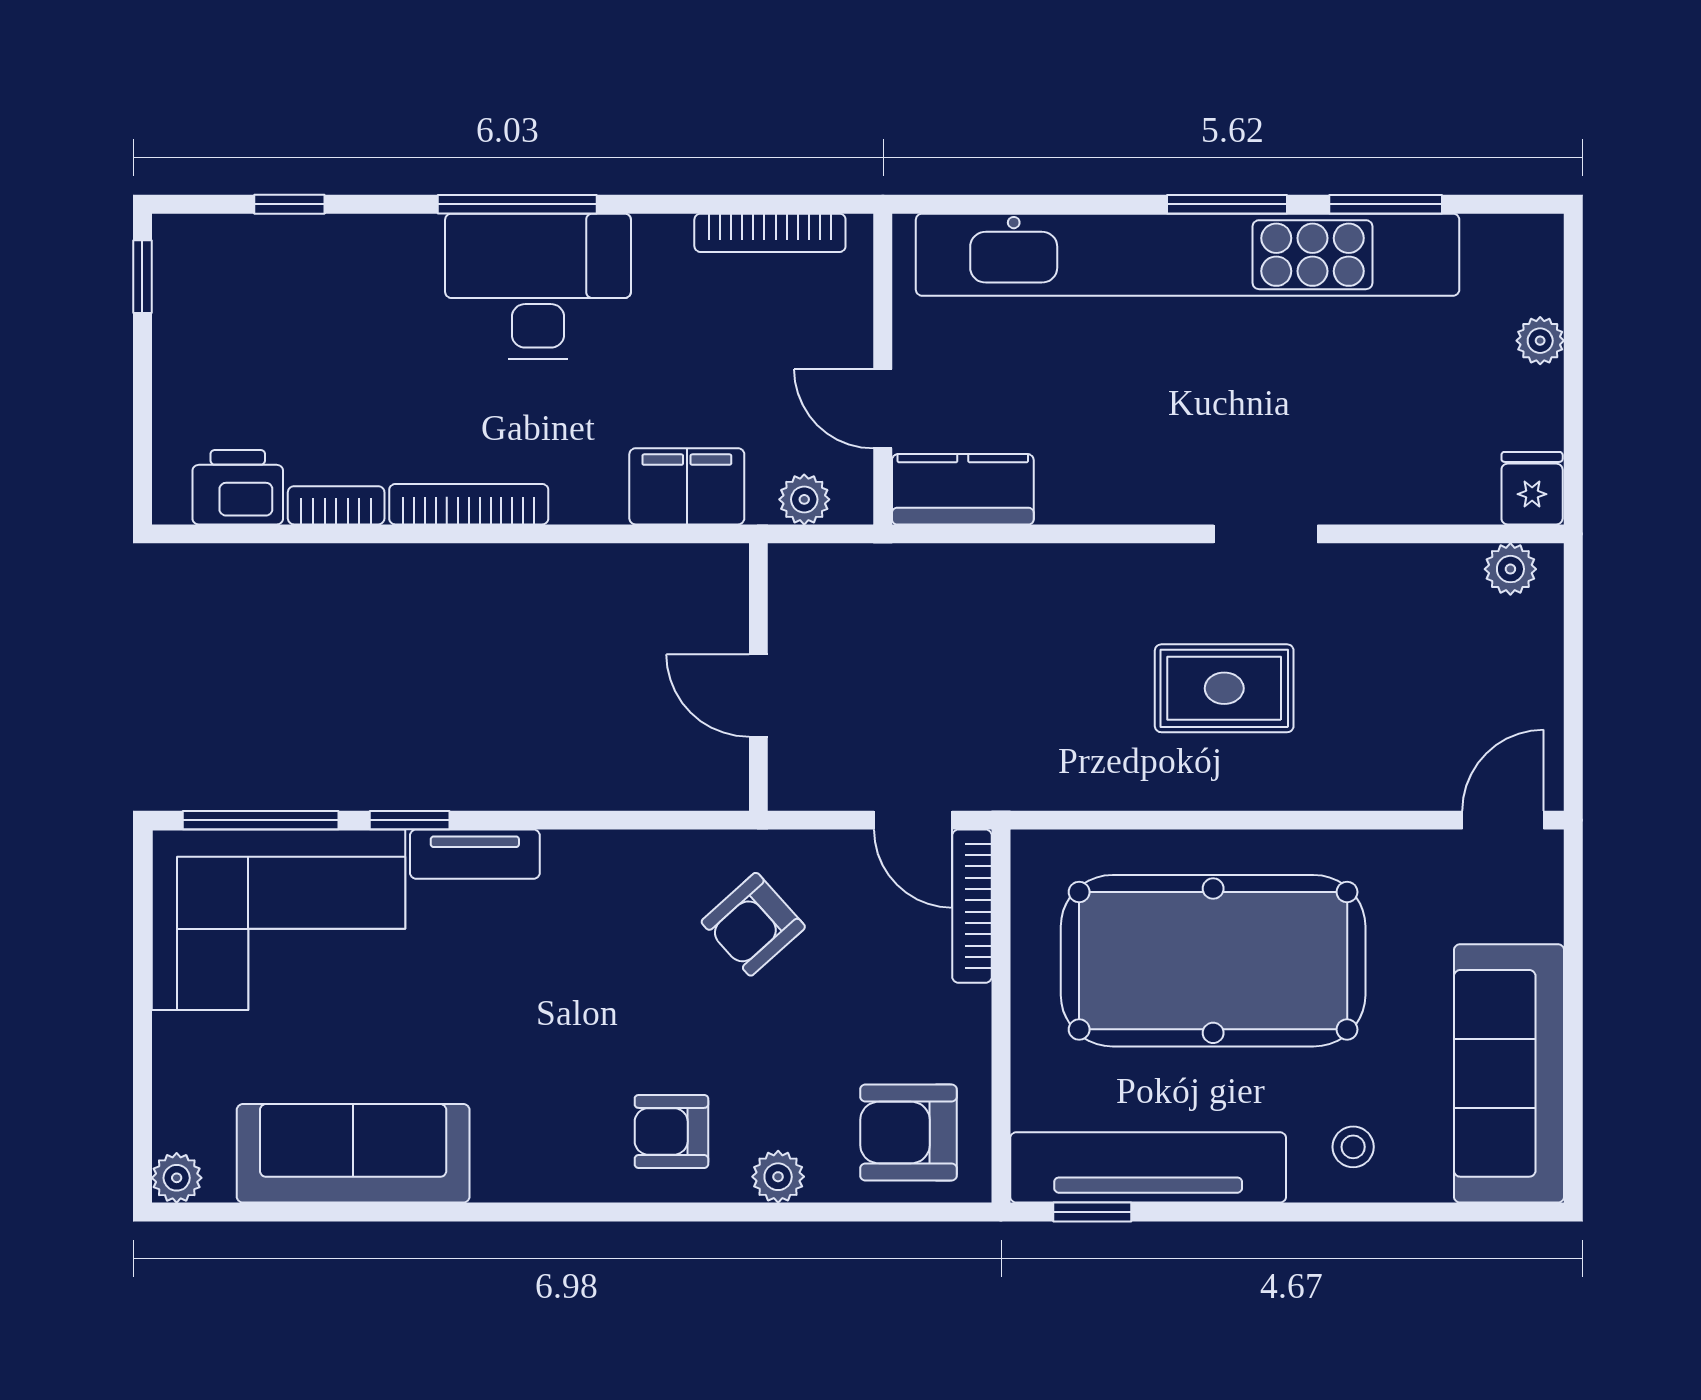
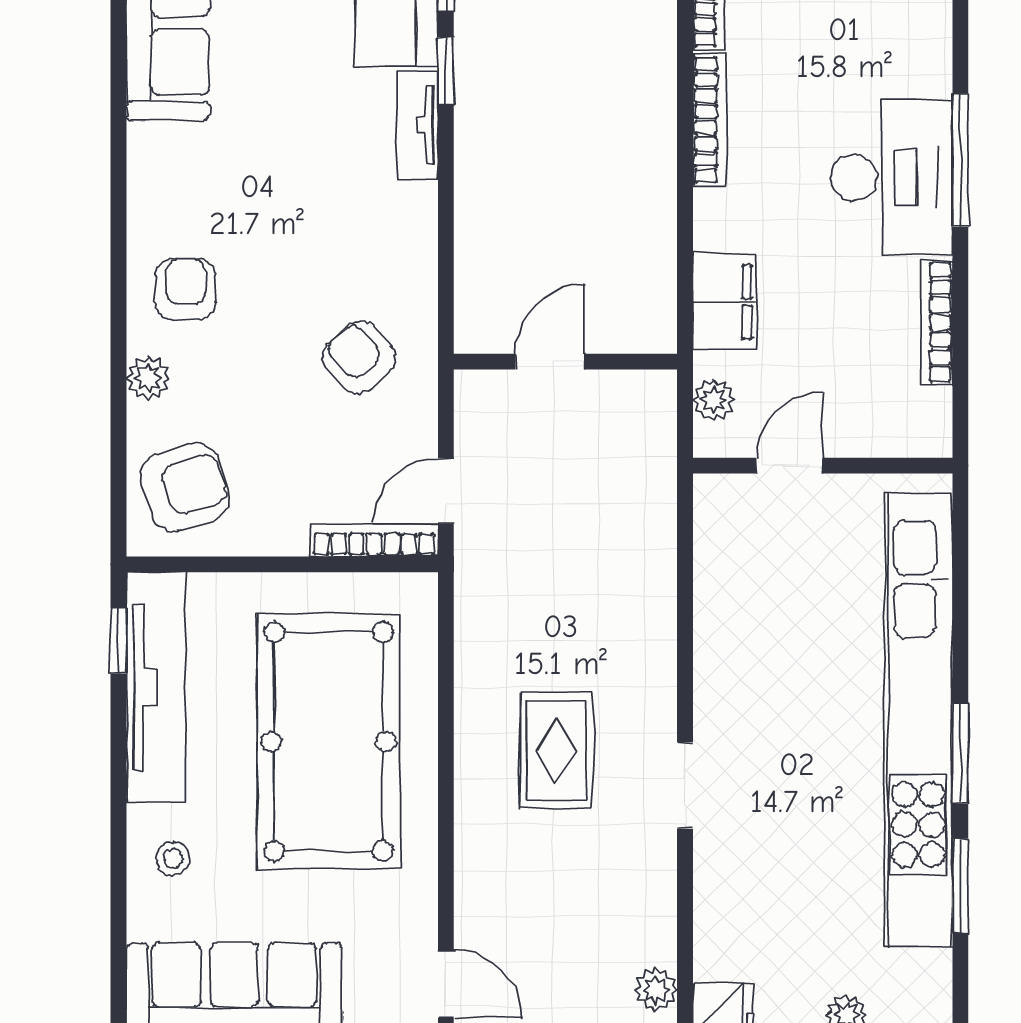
bookcase: (770, 233) -> (936, 322), moved
kitchen counter: (963, 489) -> (722, 532), removed
armchair: (908, 1133) -> (185, 487), turned 73

